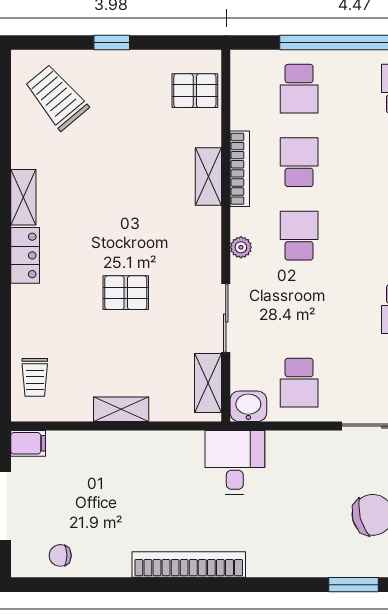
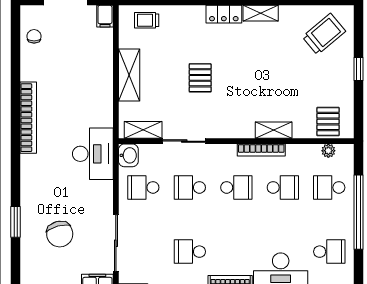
bookcase: (240, 169) -> (261, 150), moved
plant: (241, 247) -> (328, 151), moved
school desk: (299, 309) -> (190, 187), added
shelving: (121, 409) -> (129, 75), width x1.50, depth x1.33
desk: (235, 462) -> (93, 154), width x1.37

